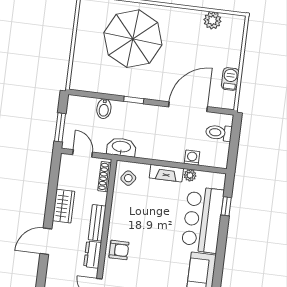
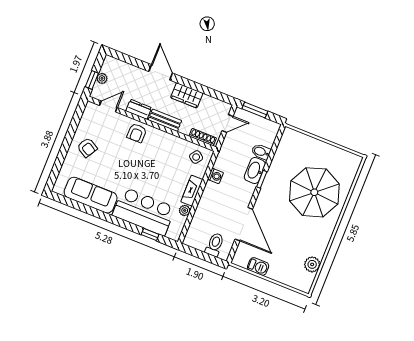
washbasin: (121, 147) -> (255, 171), moved, turned 180
washing machine: (192, 158) -> (215, 176), moved

